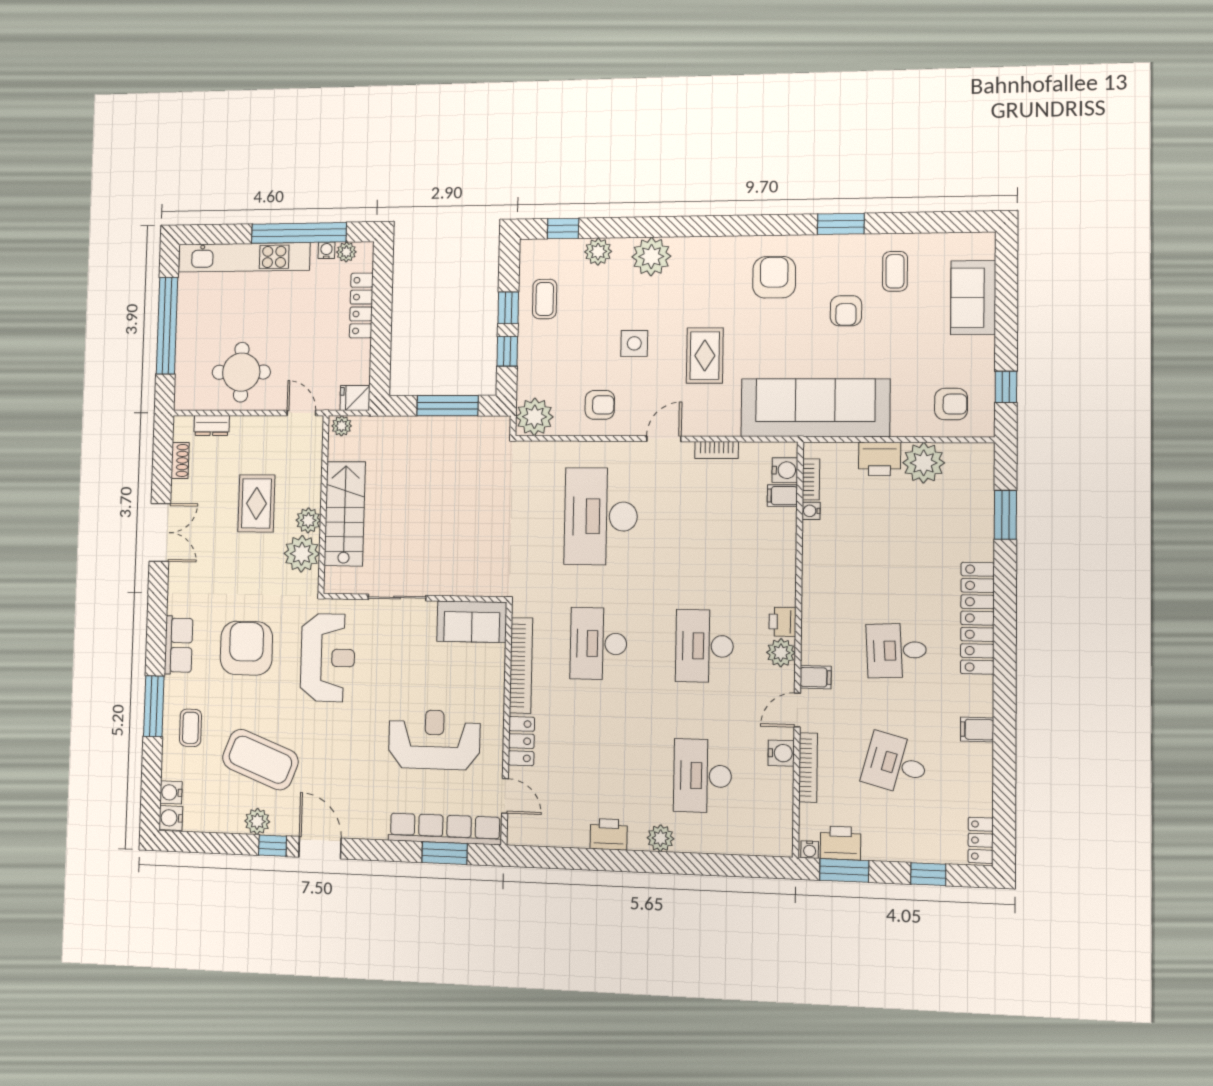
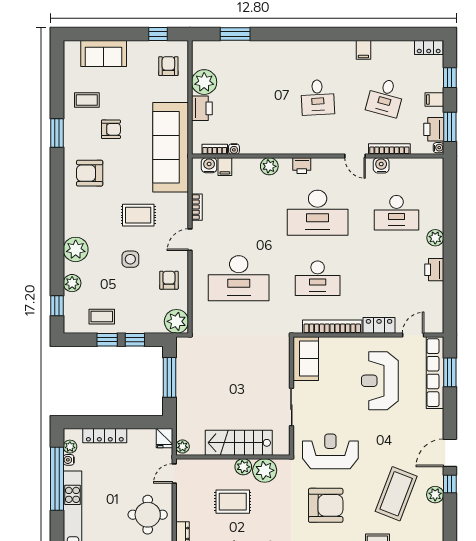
door: (664, 439) -> (190, 240), hinge flipped
locker: (977, 618) -> (297, 50), removed
desk: (704, 646) -> (318, 213), width x1.36, depth x1.30
armchair: (246, 648) -> (326, 505), turned 180
plant: (781, 653) -> (269, 166), moved
filing cabinet: (816, 677) -> (434, 100), moved, turned -90

